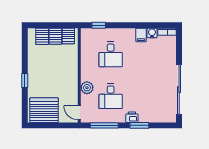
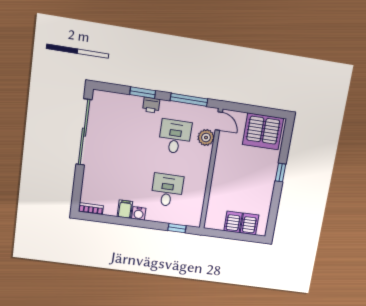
water cooler: (152, 33) -> (139, 213), moved
server rack: (68, 36) -> (217, 220), removed
plant: (87, 88) -> (206, 138), moved

